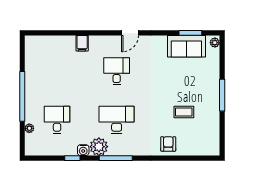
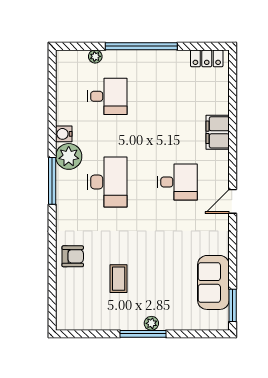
door: (130, 33) -> (233, 201), hinge flipped
window: (190, 33) -> (233, 305), moved
filing cabinet: (82, 43) -> (218, 132), width x2.00
plant: (215, 43) -> (151, 323), moved
locker: (31, 51) -> (207, 58), added
window: (72, 158) -> (52, 118), removed

